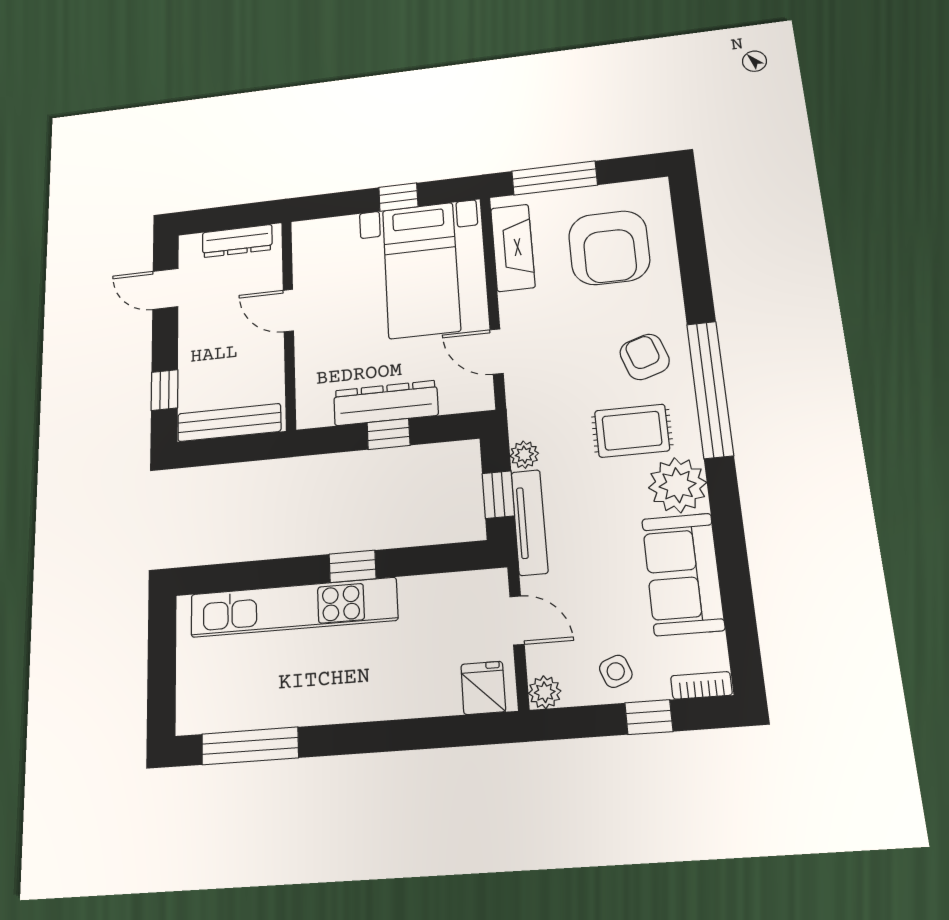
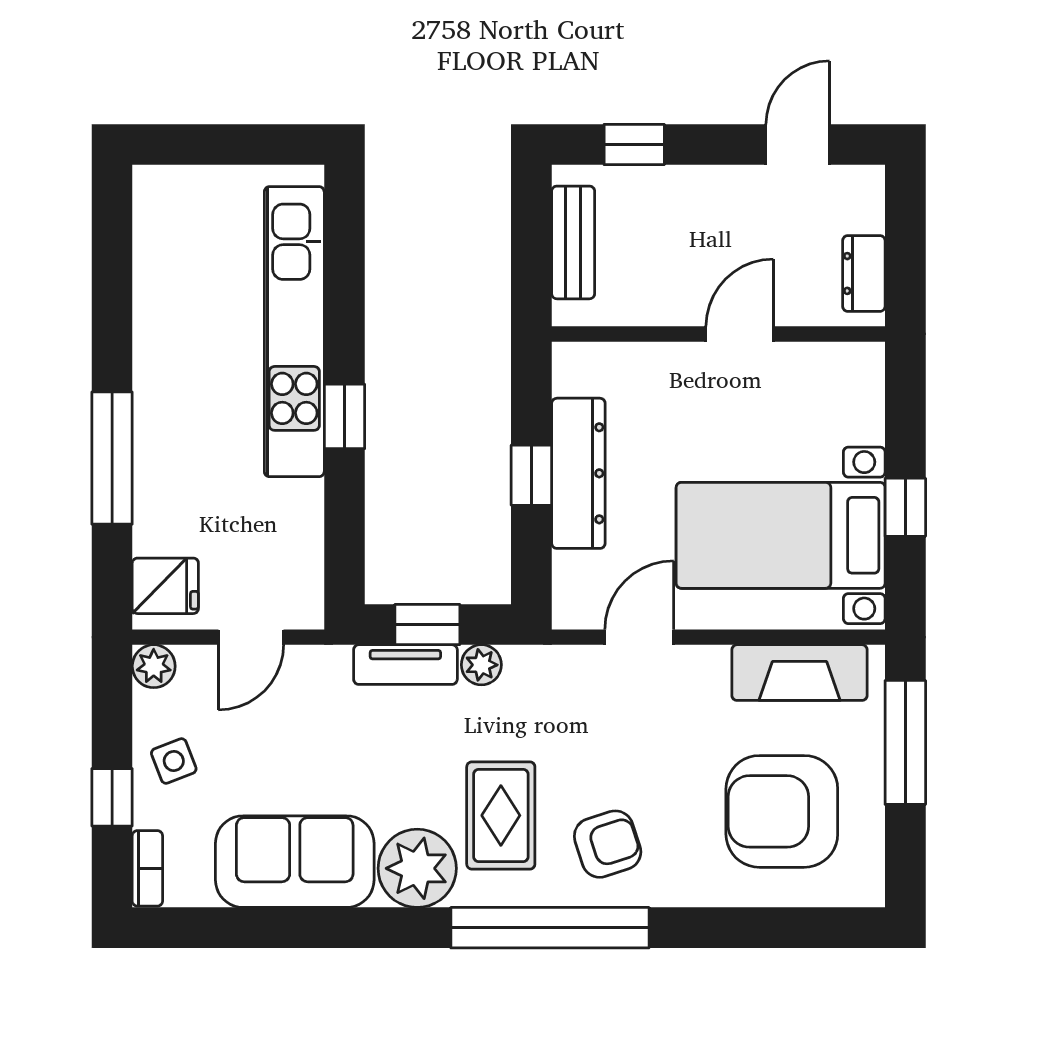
dresser: (237, 241) -> (864, 273), width x0.70
bench: (229, 423) -> (573, 242), width x0.73
tv unit: (530, 522) -> (405, 665), width x0.71
window: (250, 746) -> (112, 458), moved

